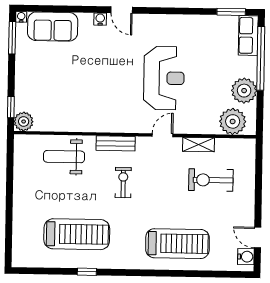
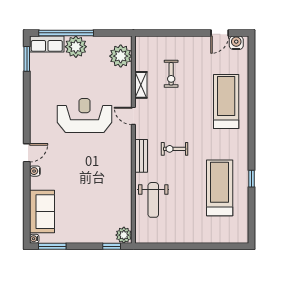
plant: (244, 91) -> (76, 47), moved
exercise bike: (211, 180) -> (171, 74), width x0.73, depth x0.72

